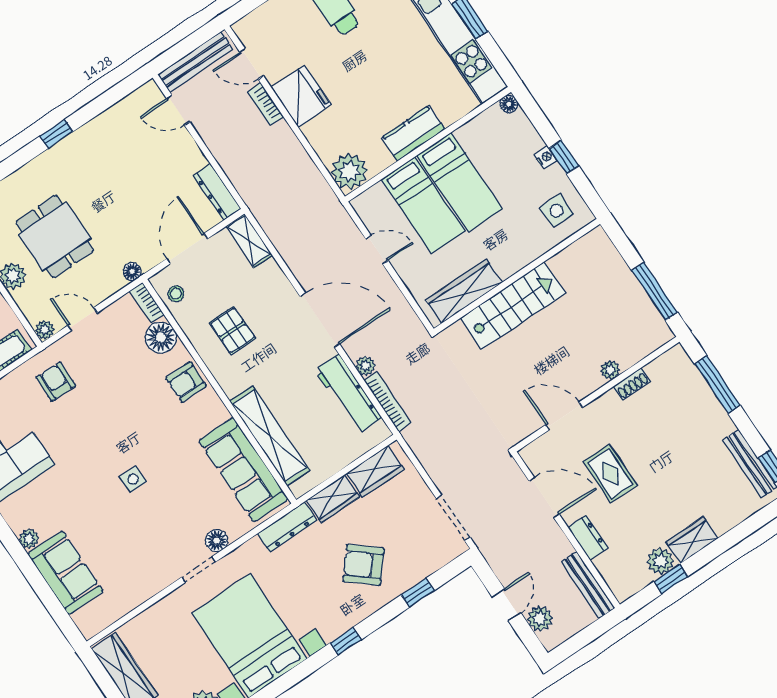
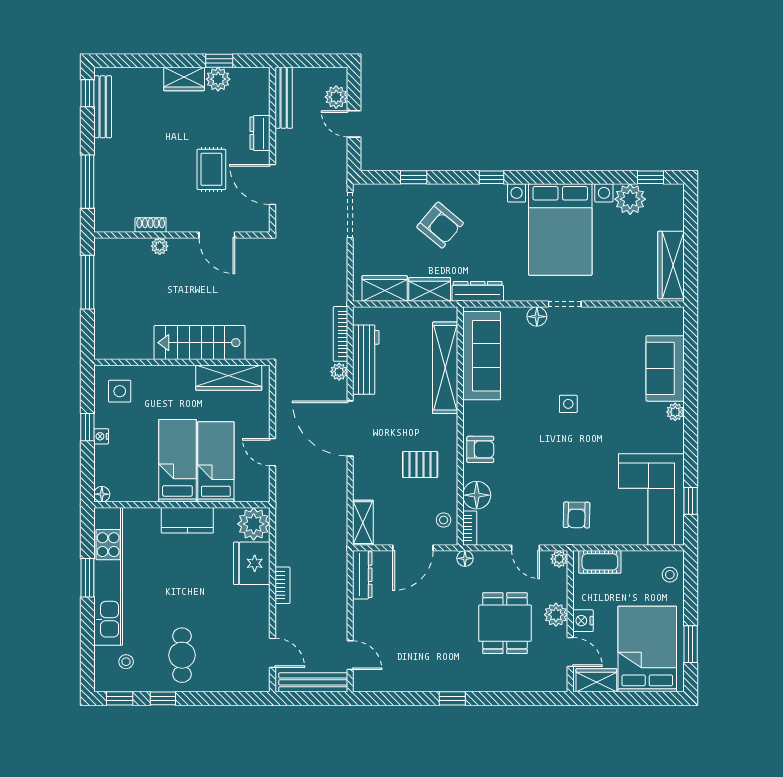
fridge: (301, 96) -> (252, 563), moved
bookcase: (265, 104) -> (282, 585), moved
pallet: (232, 330) -> (420, 465), turned 90
door: (506, 605) -> (354, 124), hinge flipped

